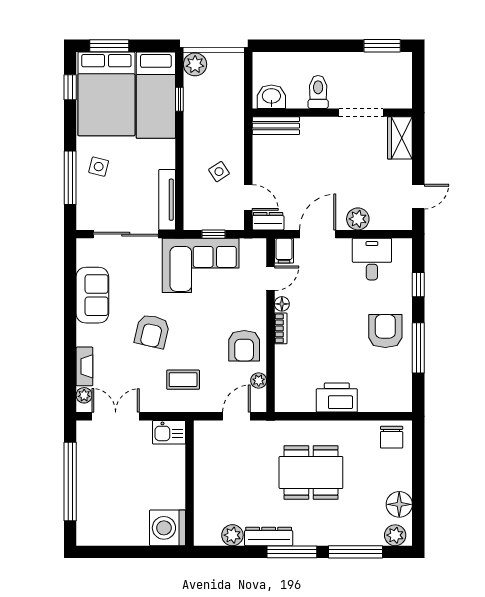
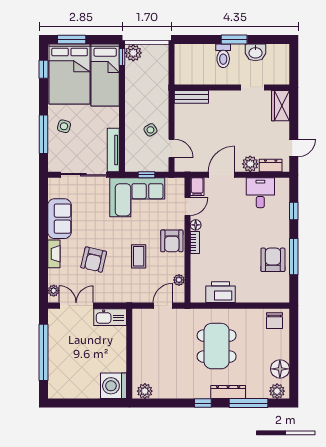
window: (382, 46) -> (234, 39), moved
toilet: (318, 92) -> (223, 56), moved, turned 180
washbasin: (271, 97) -> (255, 52), moved, turned 180
window: (179, 99) -> (122, 57), moved
doorway: (361, 113) -> (253, 87), width x0.73
dresser: (268, 221) -> (271, 165), moved
armchair: (152, 331) -> (94, 260), moved
armchair: (385, 331) -> (273, 260), moved
armchair: (244, 346) -> (172, 241), moved
fireplace: (84, 366) -> (54, 254), moved
coffee table: (183, 380) -> (139, 256), moved, turned 90
printer: (337, 398) -> (220, 292), moved
kitchen sink: (169, 432) -> (110, 317), width x1.38
dining table: (311, 472) -> (217, 346), turned 90
plant: (232, 535) -> (145, 391), moved
dresser: (269, 536) -> (228, 392), moved
window: (292, 552) -> (203, 403), width x0.46

